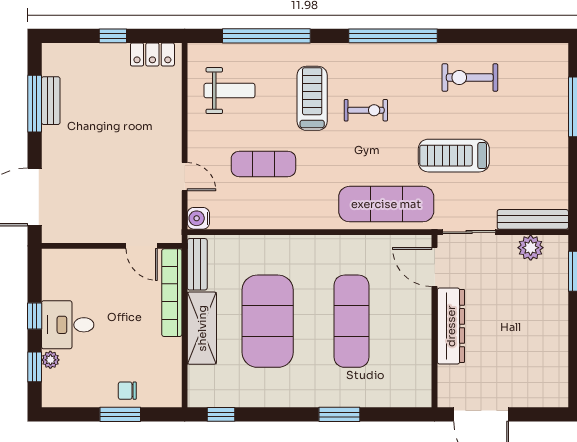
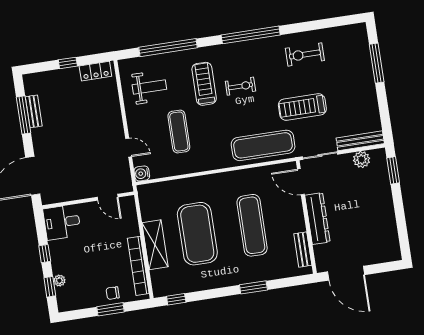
exercise mat: (263, 164) -> (179, 131), turned 90
bench: (197, 264) -> (303, 250), moved
bookcase: (172, 293) -> (138, 266), moved
desk: (68, 325) -> (62, 222), moved

